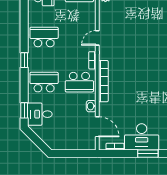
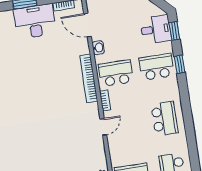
school desk: (44, 37) -> (165, 119), turned -90
window: (24, 60) -> (180, 64), moved
school desk: (44, 82) -> (156, 67), turned 180

